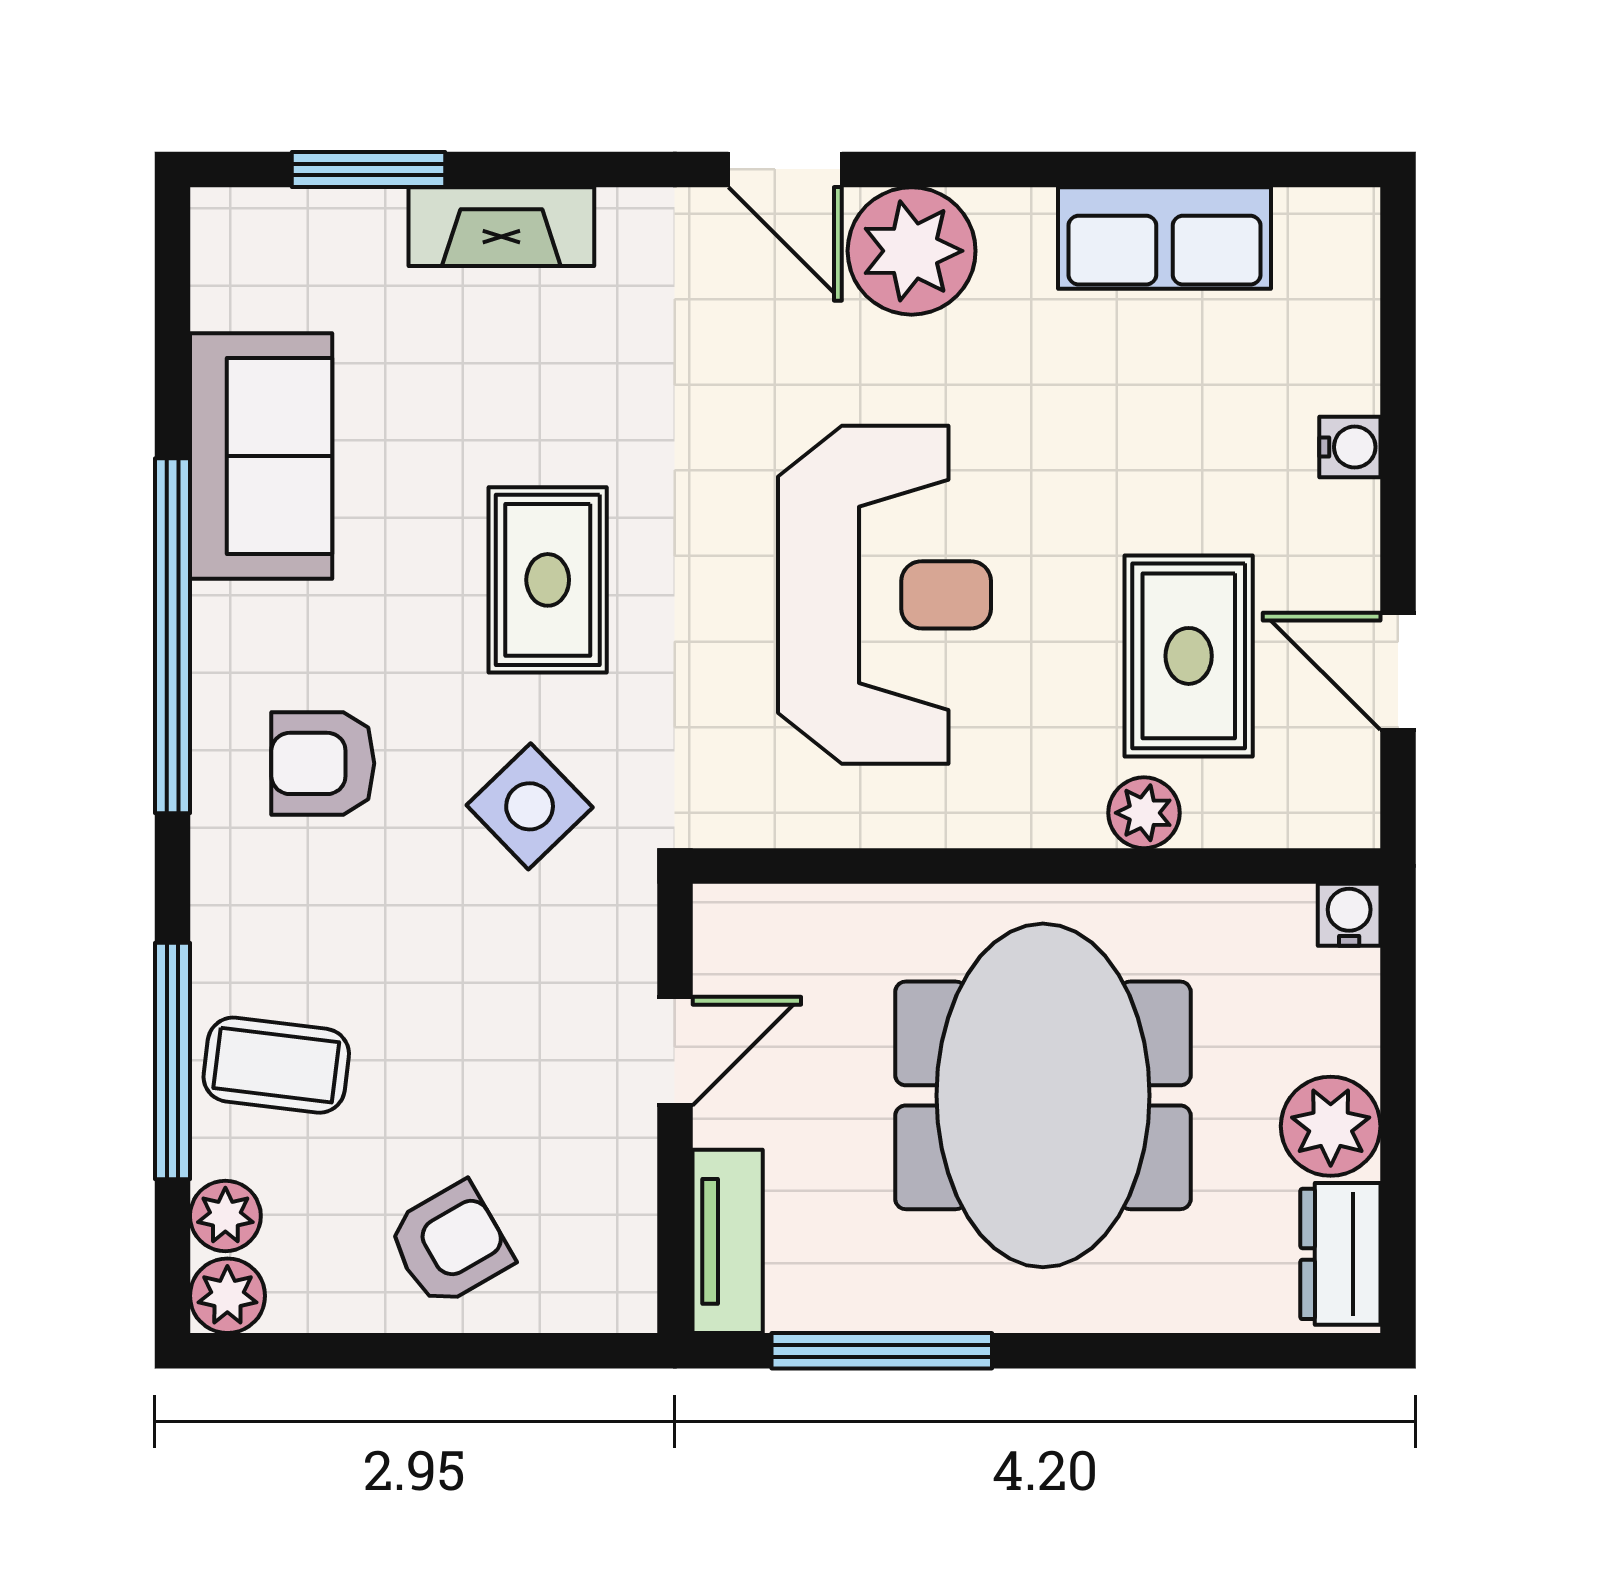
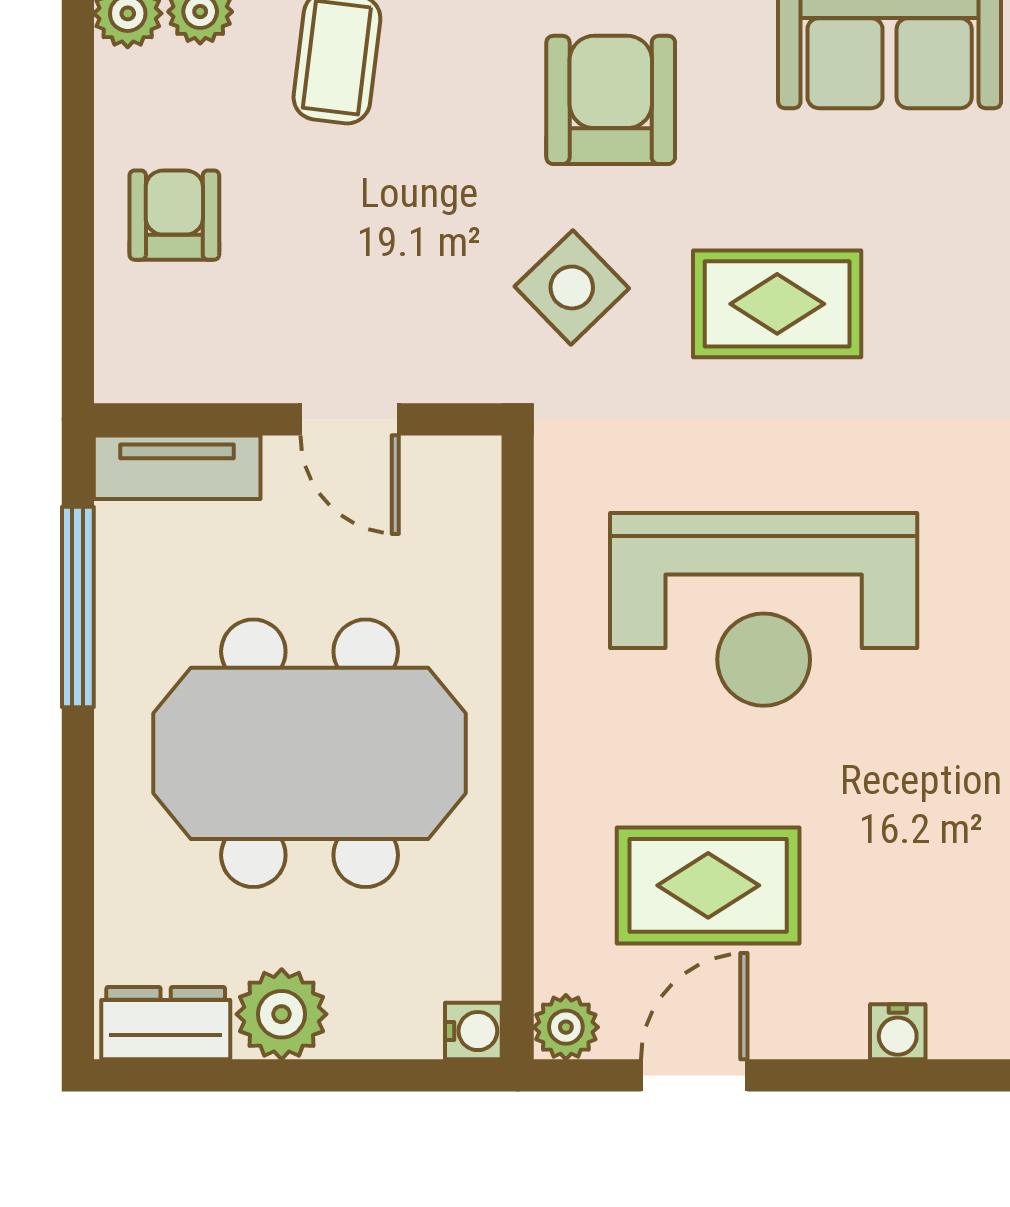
armchair: (323, 763) -> (611, 100), width x1.38, depth x1.38
plant: (1144, 813) -> (566, 1027), moved
armchair: (450, 1244) -> (174, 215), turned -150

